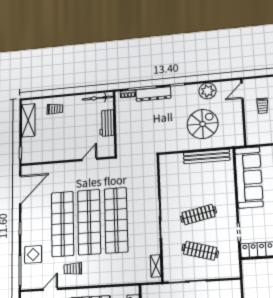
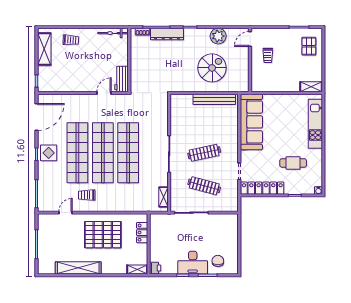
workbench: (107, 123) -> (121, 79), moved
display table: (33, 254) -> (49, 153), moved

